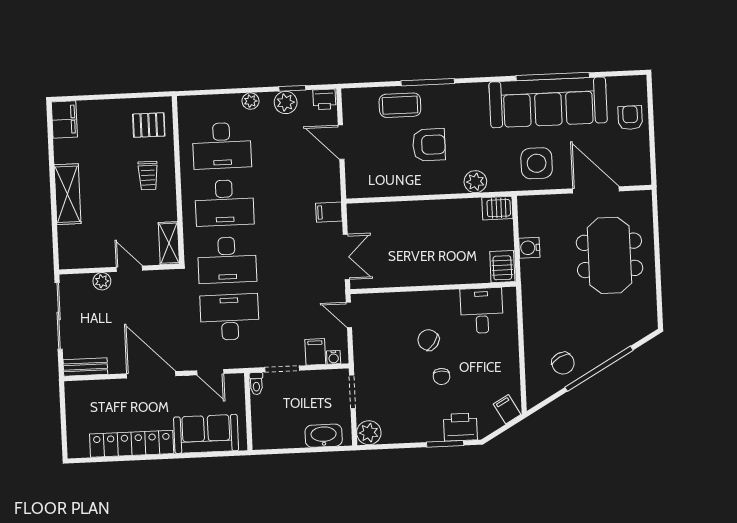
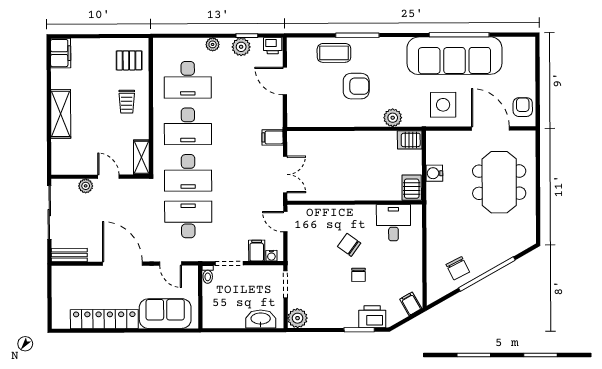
armchair: (630, 118) -> (523, 107), moved

